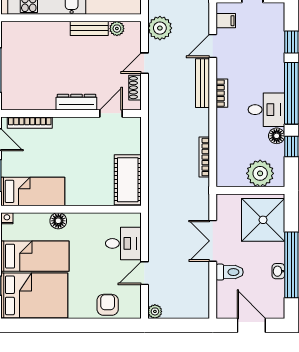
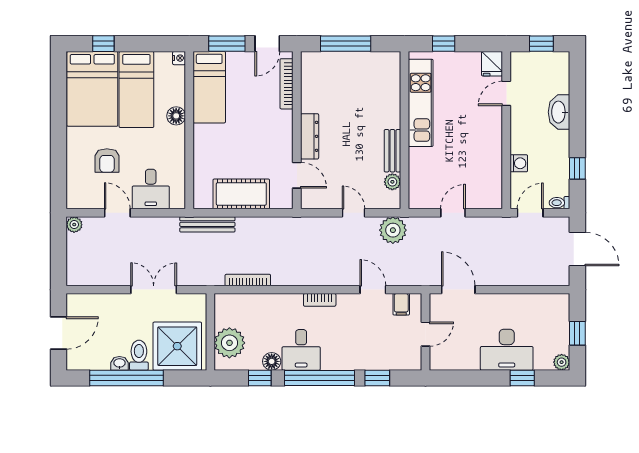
bench: (202, 83) -> (207, 224), moved
shoe rack: (135, 88) -> (326, 202), removed
cot: (128, 180) -> (241, 194), moved
toilet: (230, 272) -> (139, 355), moved, turned 180
armchair: (108, 305) -> (107, 160), moved, turned 90

